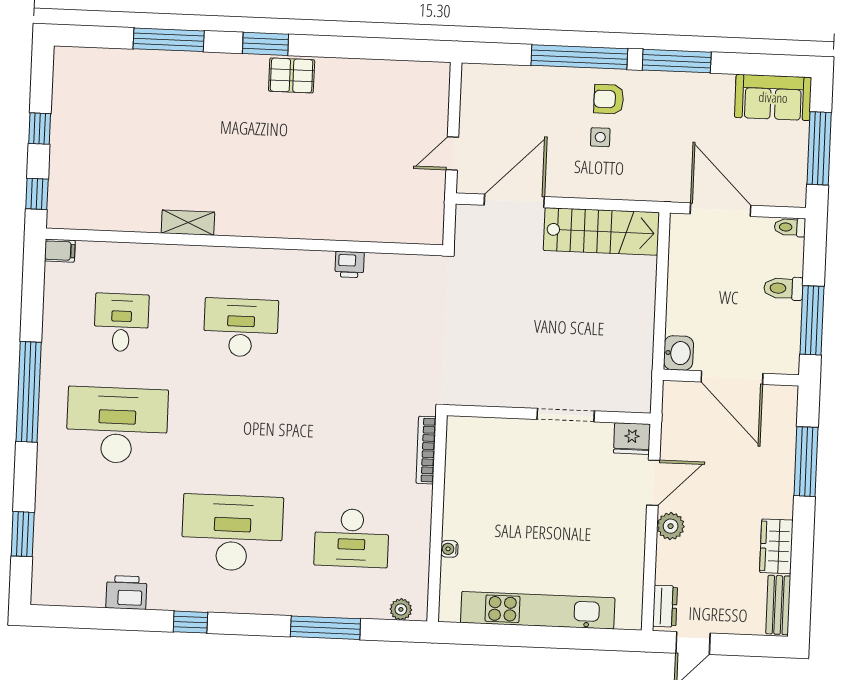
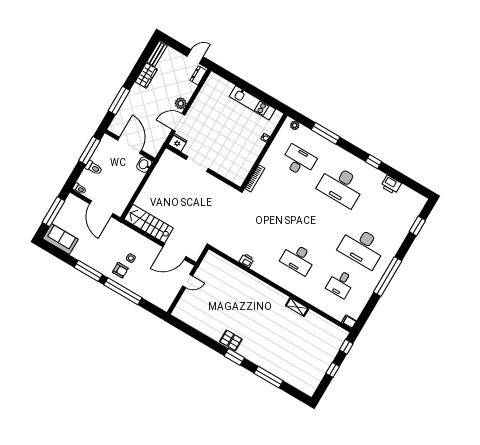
kitchen unit: (538, 610) -> (252, 103), width x0.73

